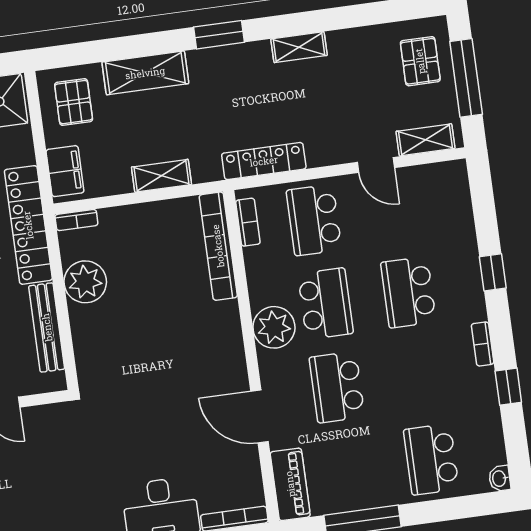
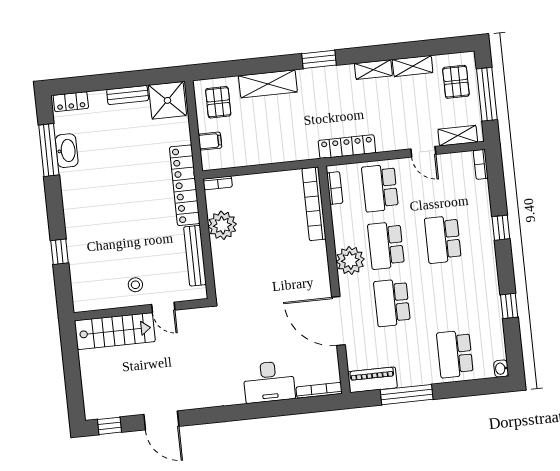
filing cabinet: (65, 171) -> (210, 141), width x0.50
shelving: (161, 176) -> (413, 66), moved
school desk: (325, 304) -> (386, 245), turned 180
bookcase: (483, 344) -> (481, 164), moved
door: (259, 416) -> (338, 321), width x1.36
piano: (290, 484) -> (372, 380), moved, turned -90

